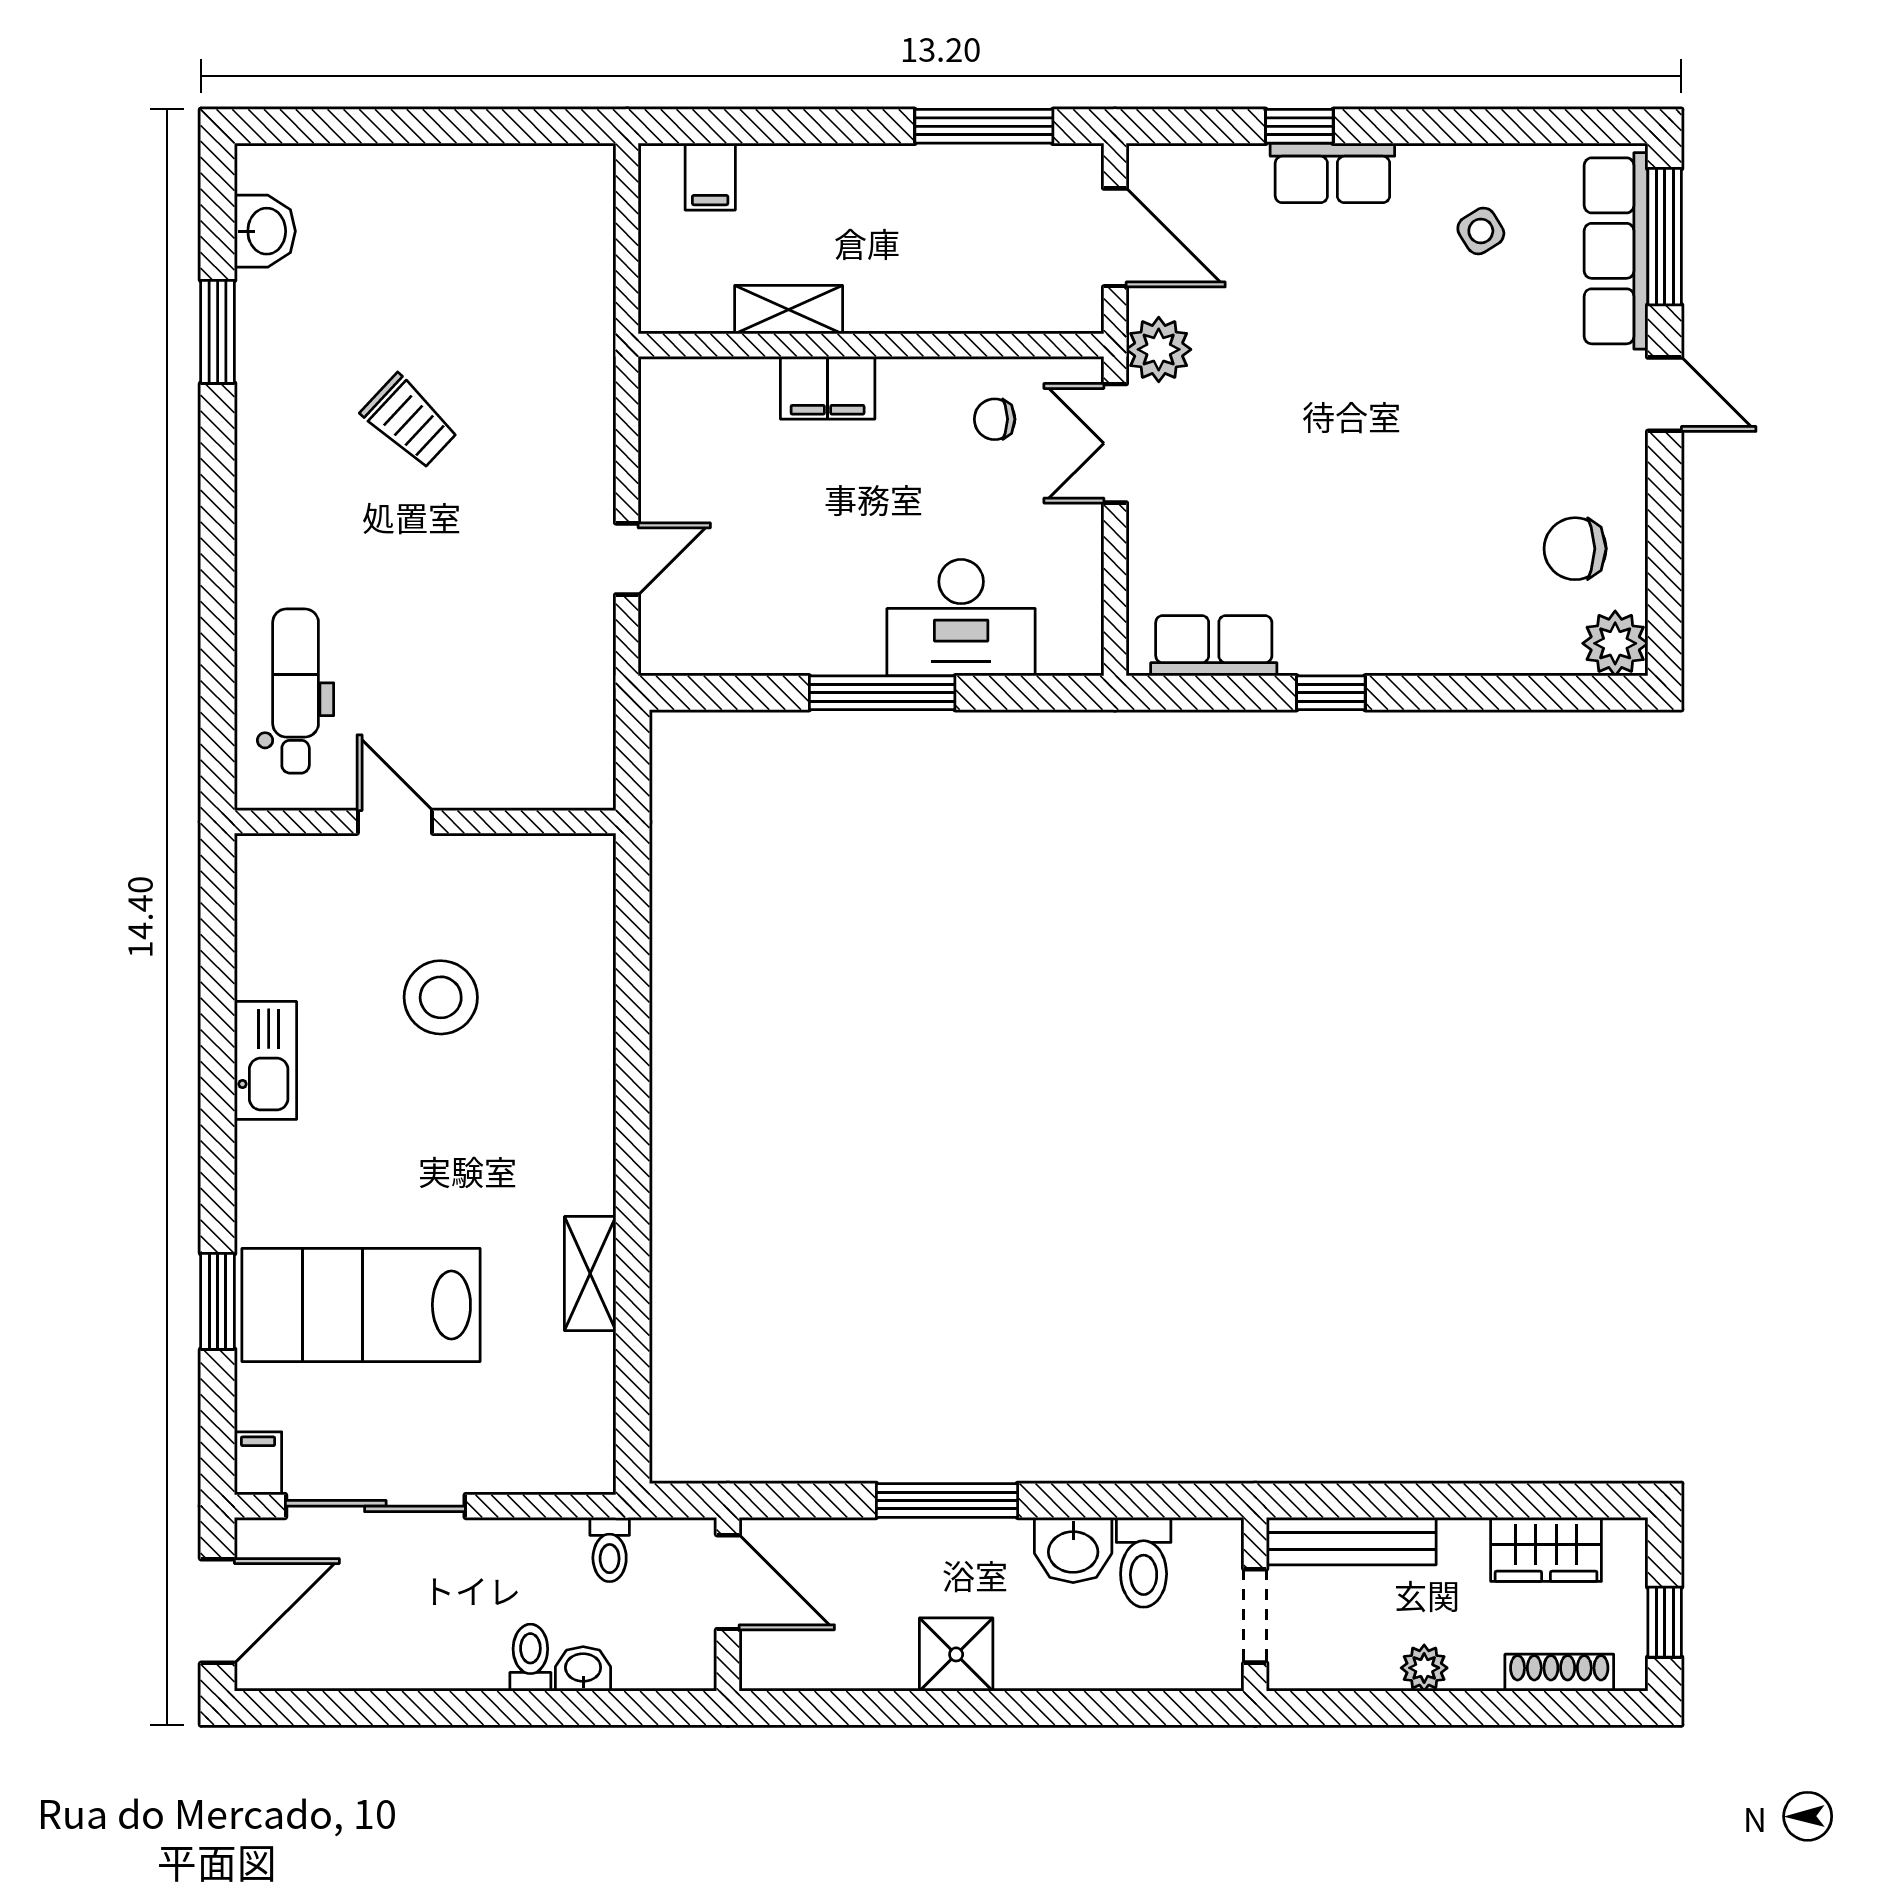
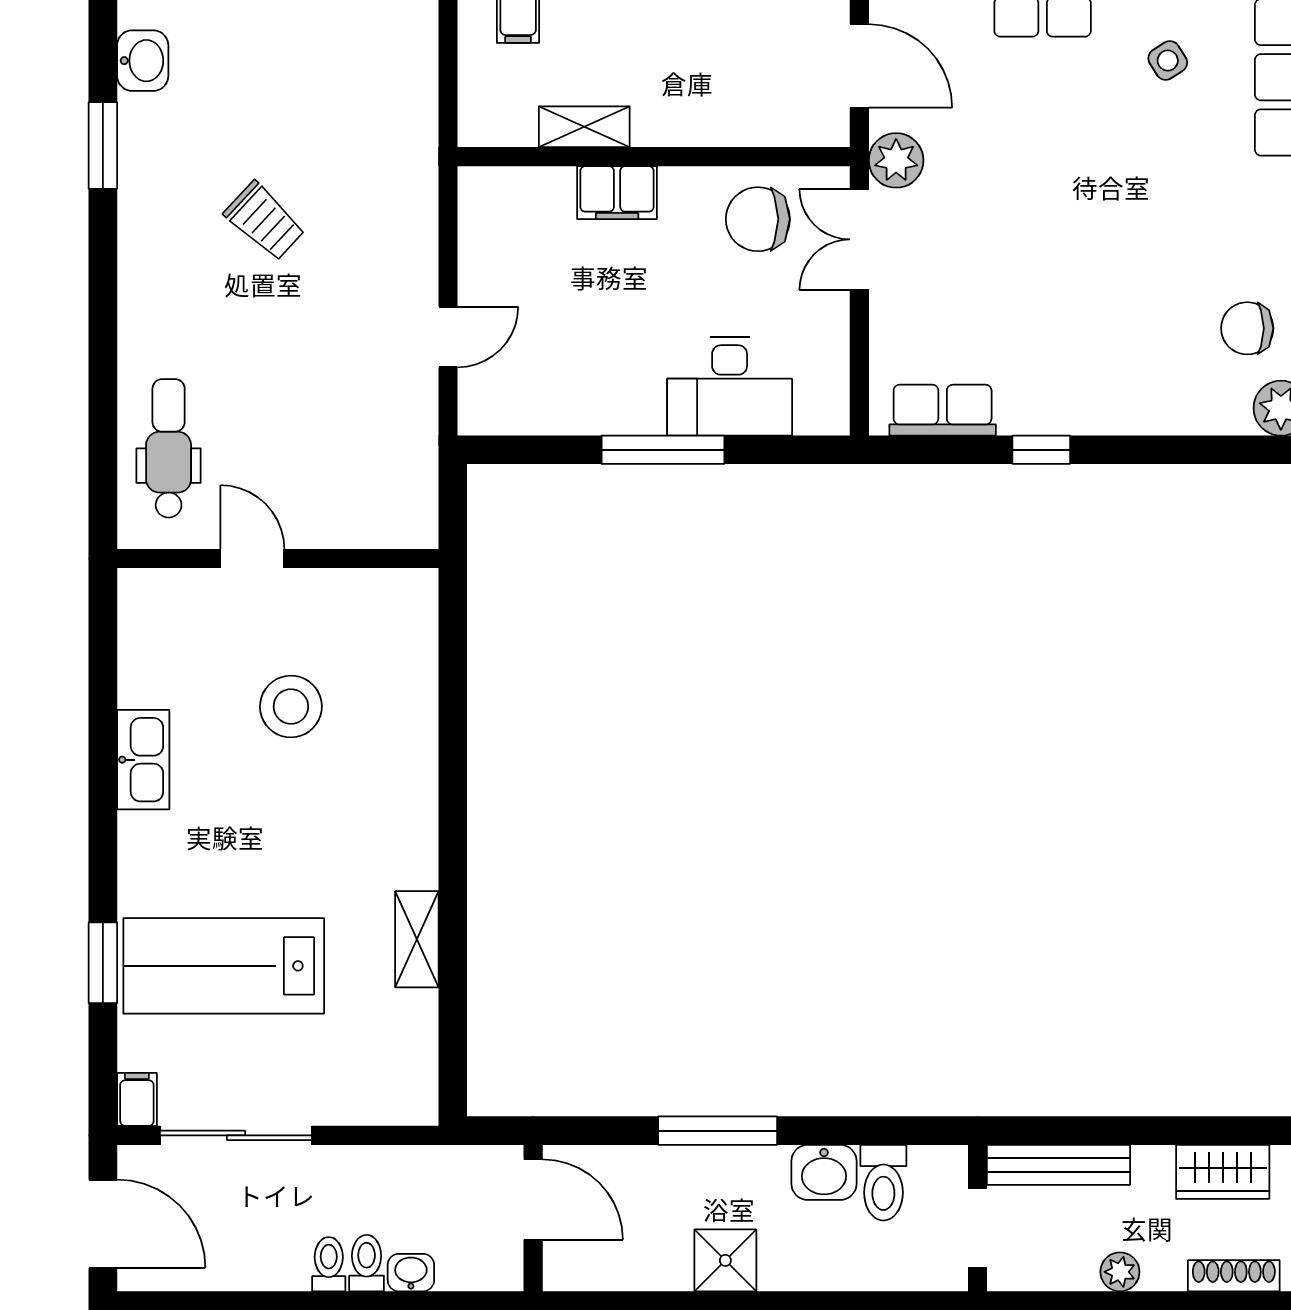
chair: (995, 419) -> (758, 219), width x1.87, depth x1.87
toilet: (610, 1550) -> (329, 1264), moved, turned 180
door: (218, 1611) -> (103, 1224), hinge flipped

